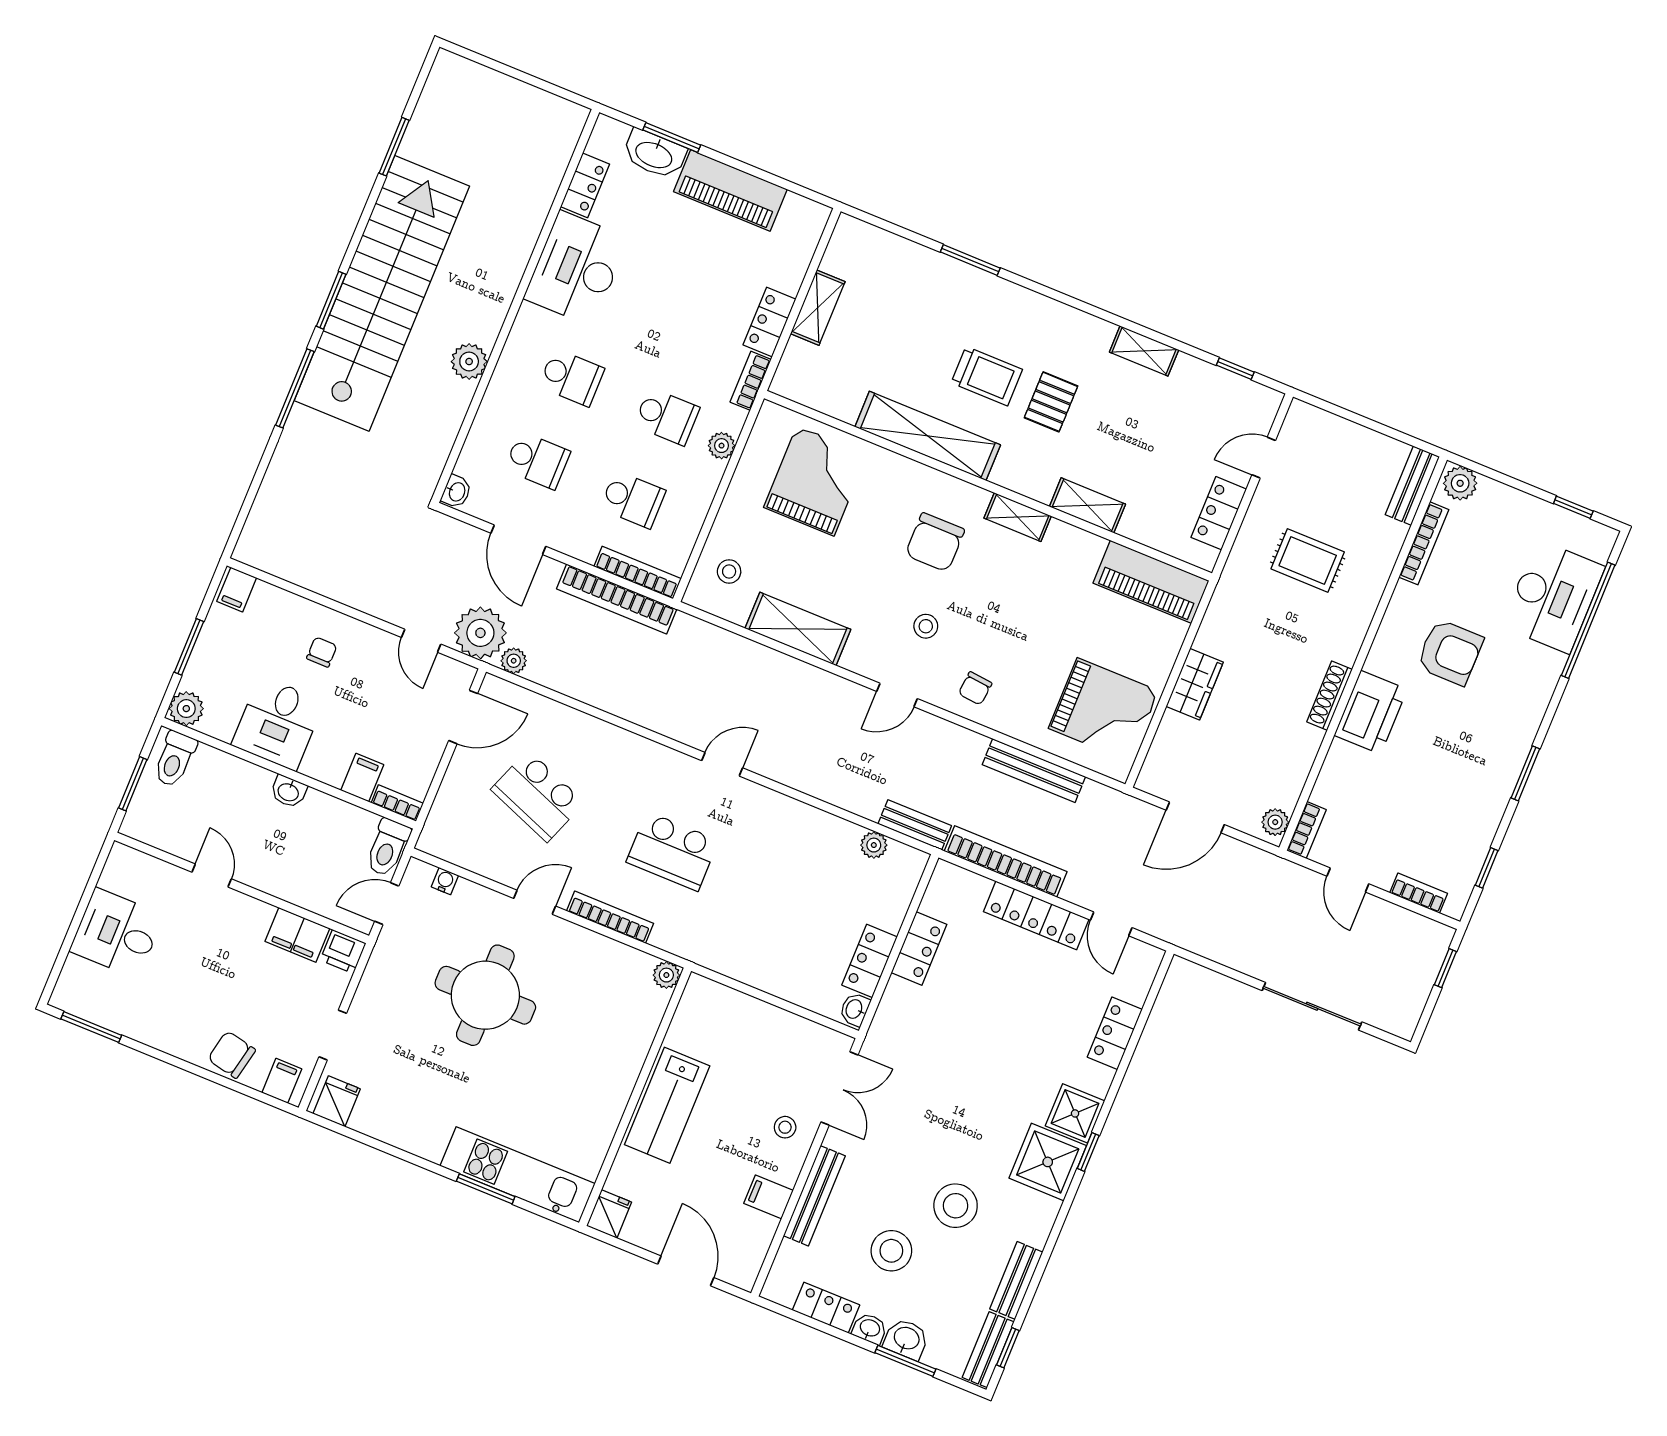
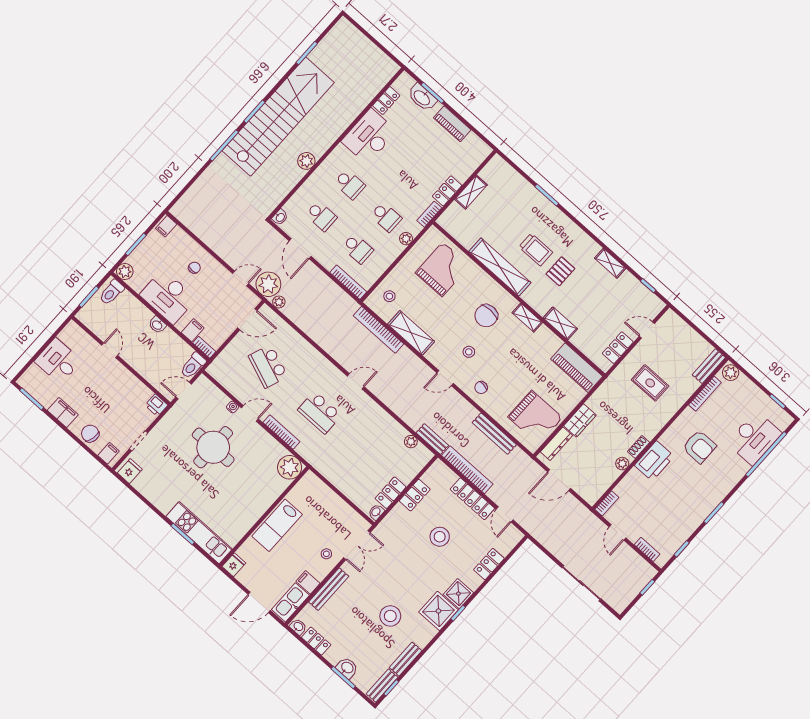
piano: (730, 190) -> (452, 124), width x0.73, depth x0.75
bookcase: (617, 599) -> (378, 330), moved
door: (421, 641) -> (241, 278), swing flipped
shoe rack: (1330, 696) -> (639, 447), width x0.70
desk: (278, 723) -> (168, 297), width x1.37
dresser: (1164, 747) -> (556, 444), added
plant: (1275, 822) -> (622, 464), moved
water cooler: (445, 881) -> (232, 407), moved
filing cabinet: (297, 935) -> (63, 413), moved, turned 180
plant: (666, 975) -> (290, 467), width x1.88, depth x1.88
kitchen sink: (748, 1249) -> (290, 602), added
stool: (891, 1251) -> (440, 537), moved
door: (686, 1271) -> (259, 602), swing flipped
washbasin: (870, 1329) -> (298, 627), moved

